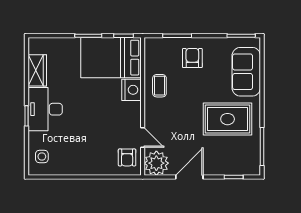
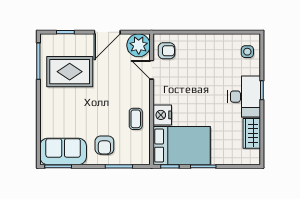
sofa: (246, 72) -> (63, 151), moved, turned -90
rug: (228, 119) -> (70, 72), moved
armchair: (127, 157) -> (166, 51), turned 90

